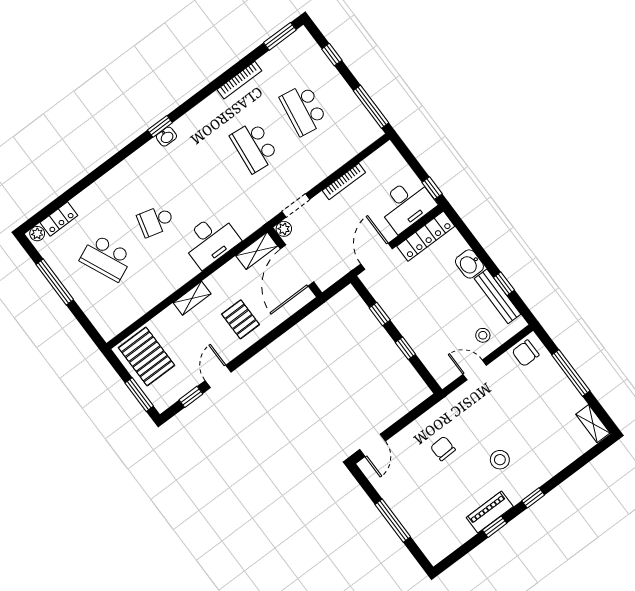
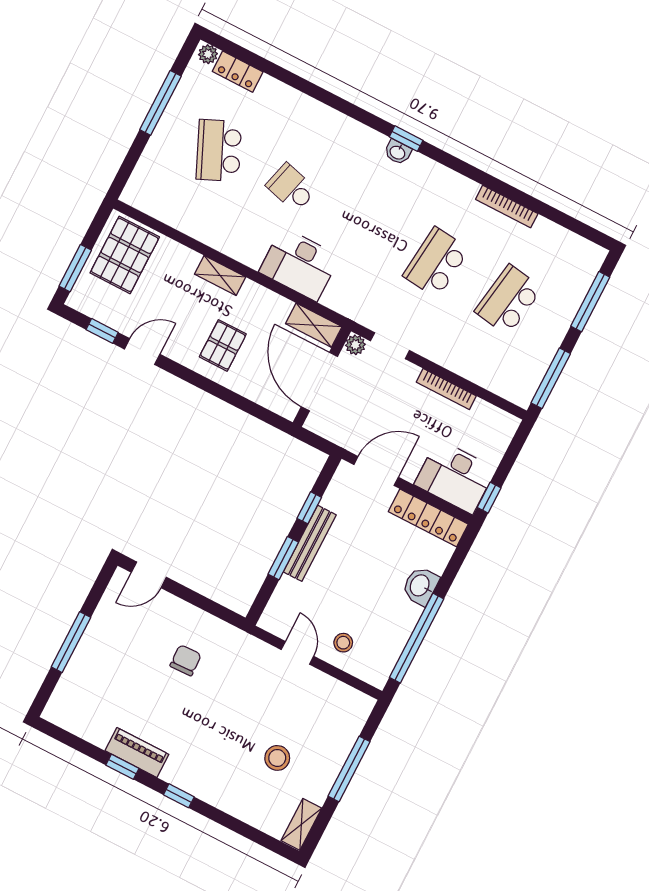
window: (280, 36) -> (582, 229), removed
window: (332, 55) -> (590, 302), width x2.17
door: (297, 265) -> (319, 382), hinge flipped
window: (504, 284) -> (417, 638), width x3.17
bench: (498, 296) -> (310, 543), moved
window: (405, 348) -> (283, 558), width x1.50
chair: (526, 353) -> (346, 704), removed
stool: (500, 460) -> (277, 758), moved

